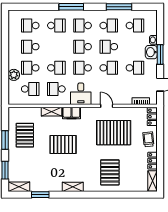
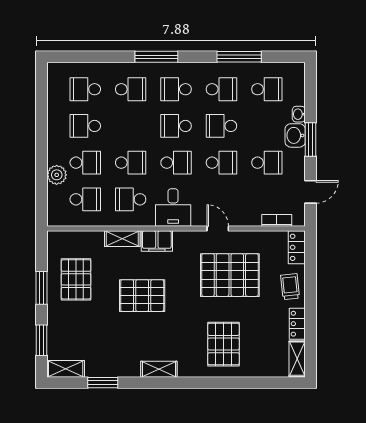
school desk: (30, 68) -> (85, 163), turned 180
school desk: (83, 68) -> (176, 163), turned 180

